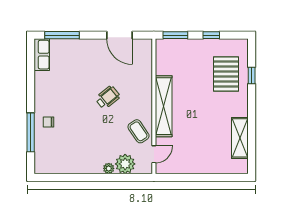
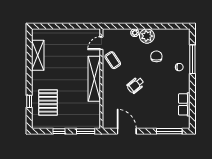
row of seats: (42, 55) -> (184, 104), moved
chair: (79, 136) -> (156, 56), added
plant: (125, 164) -> (147, 36), moved

